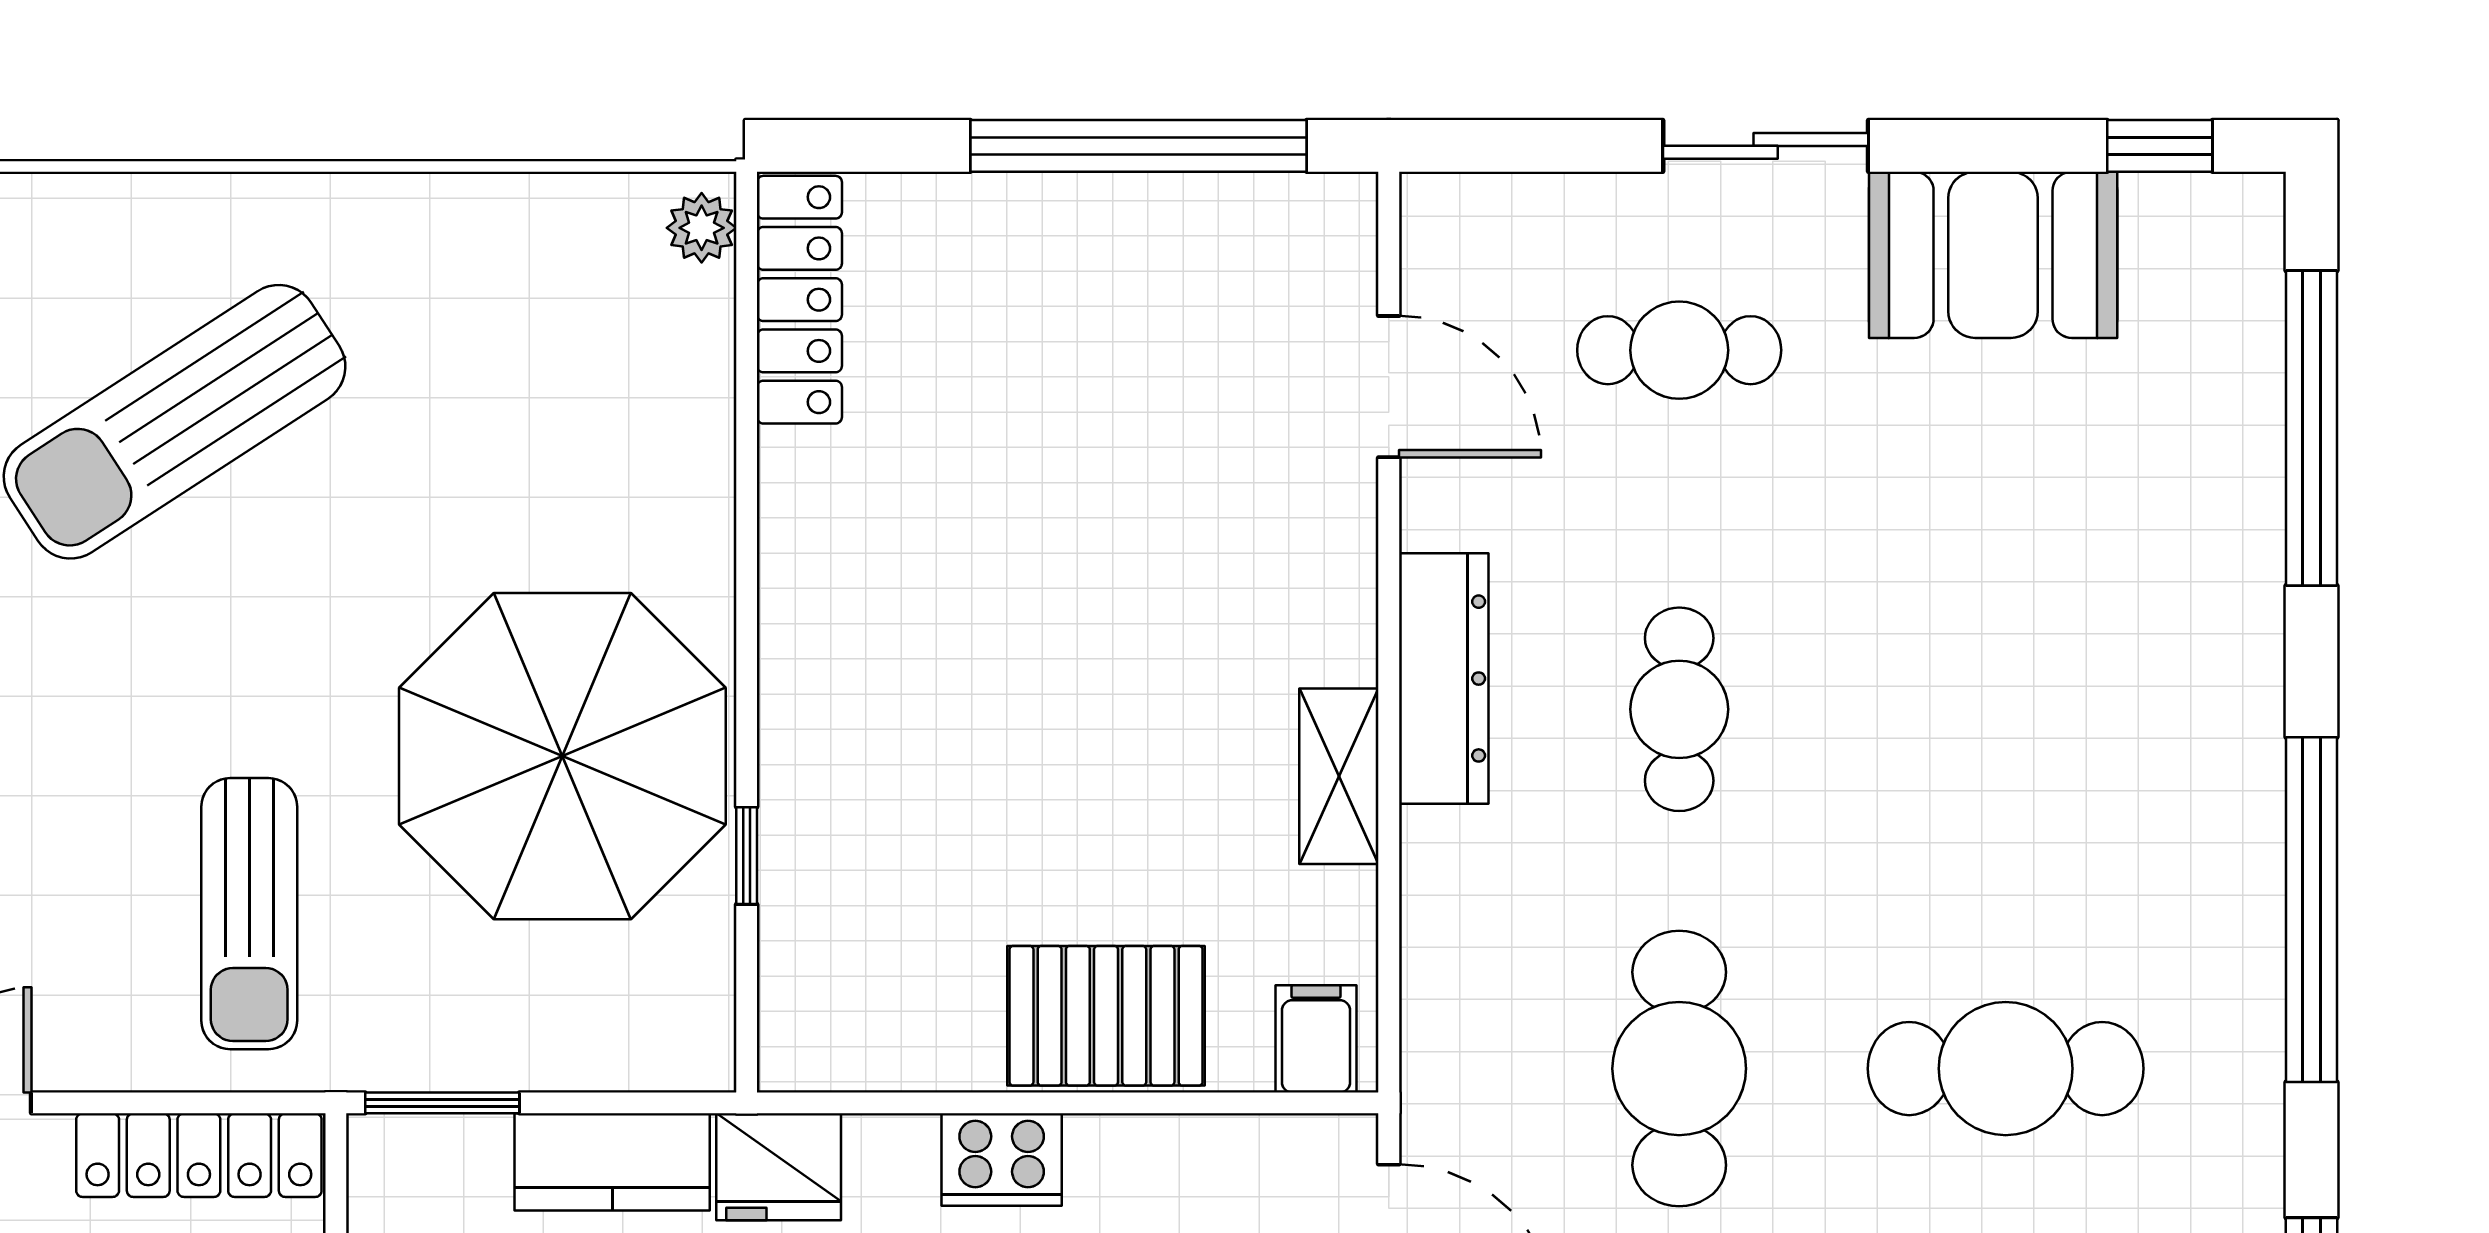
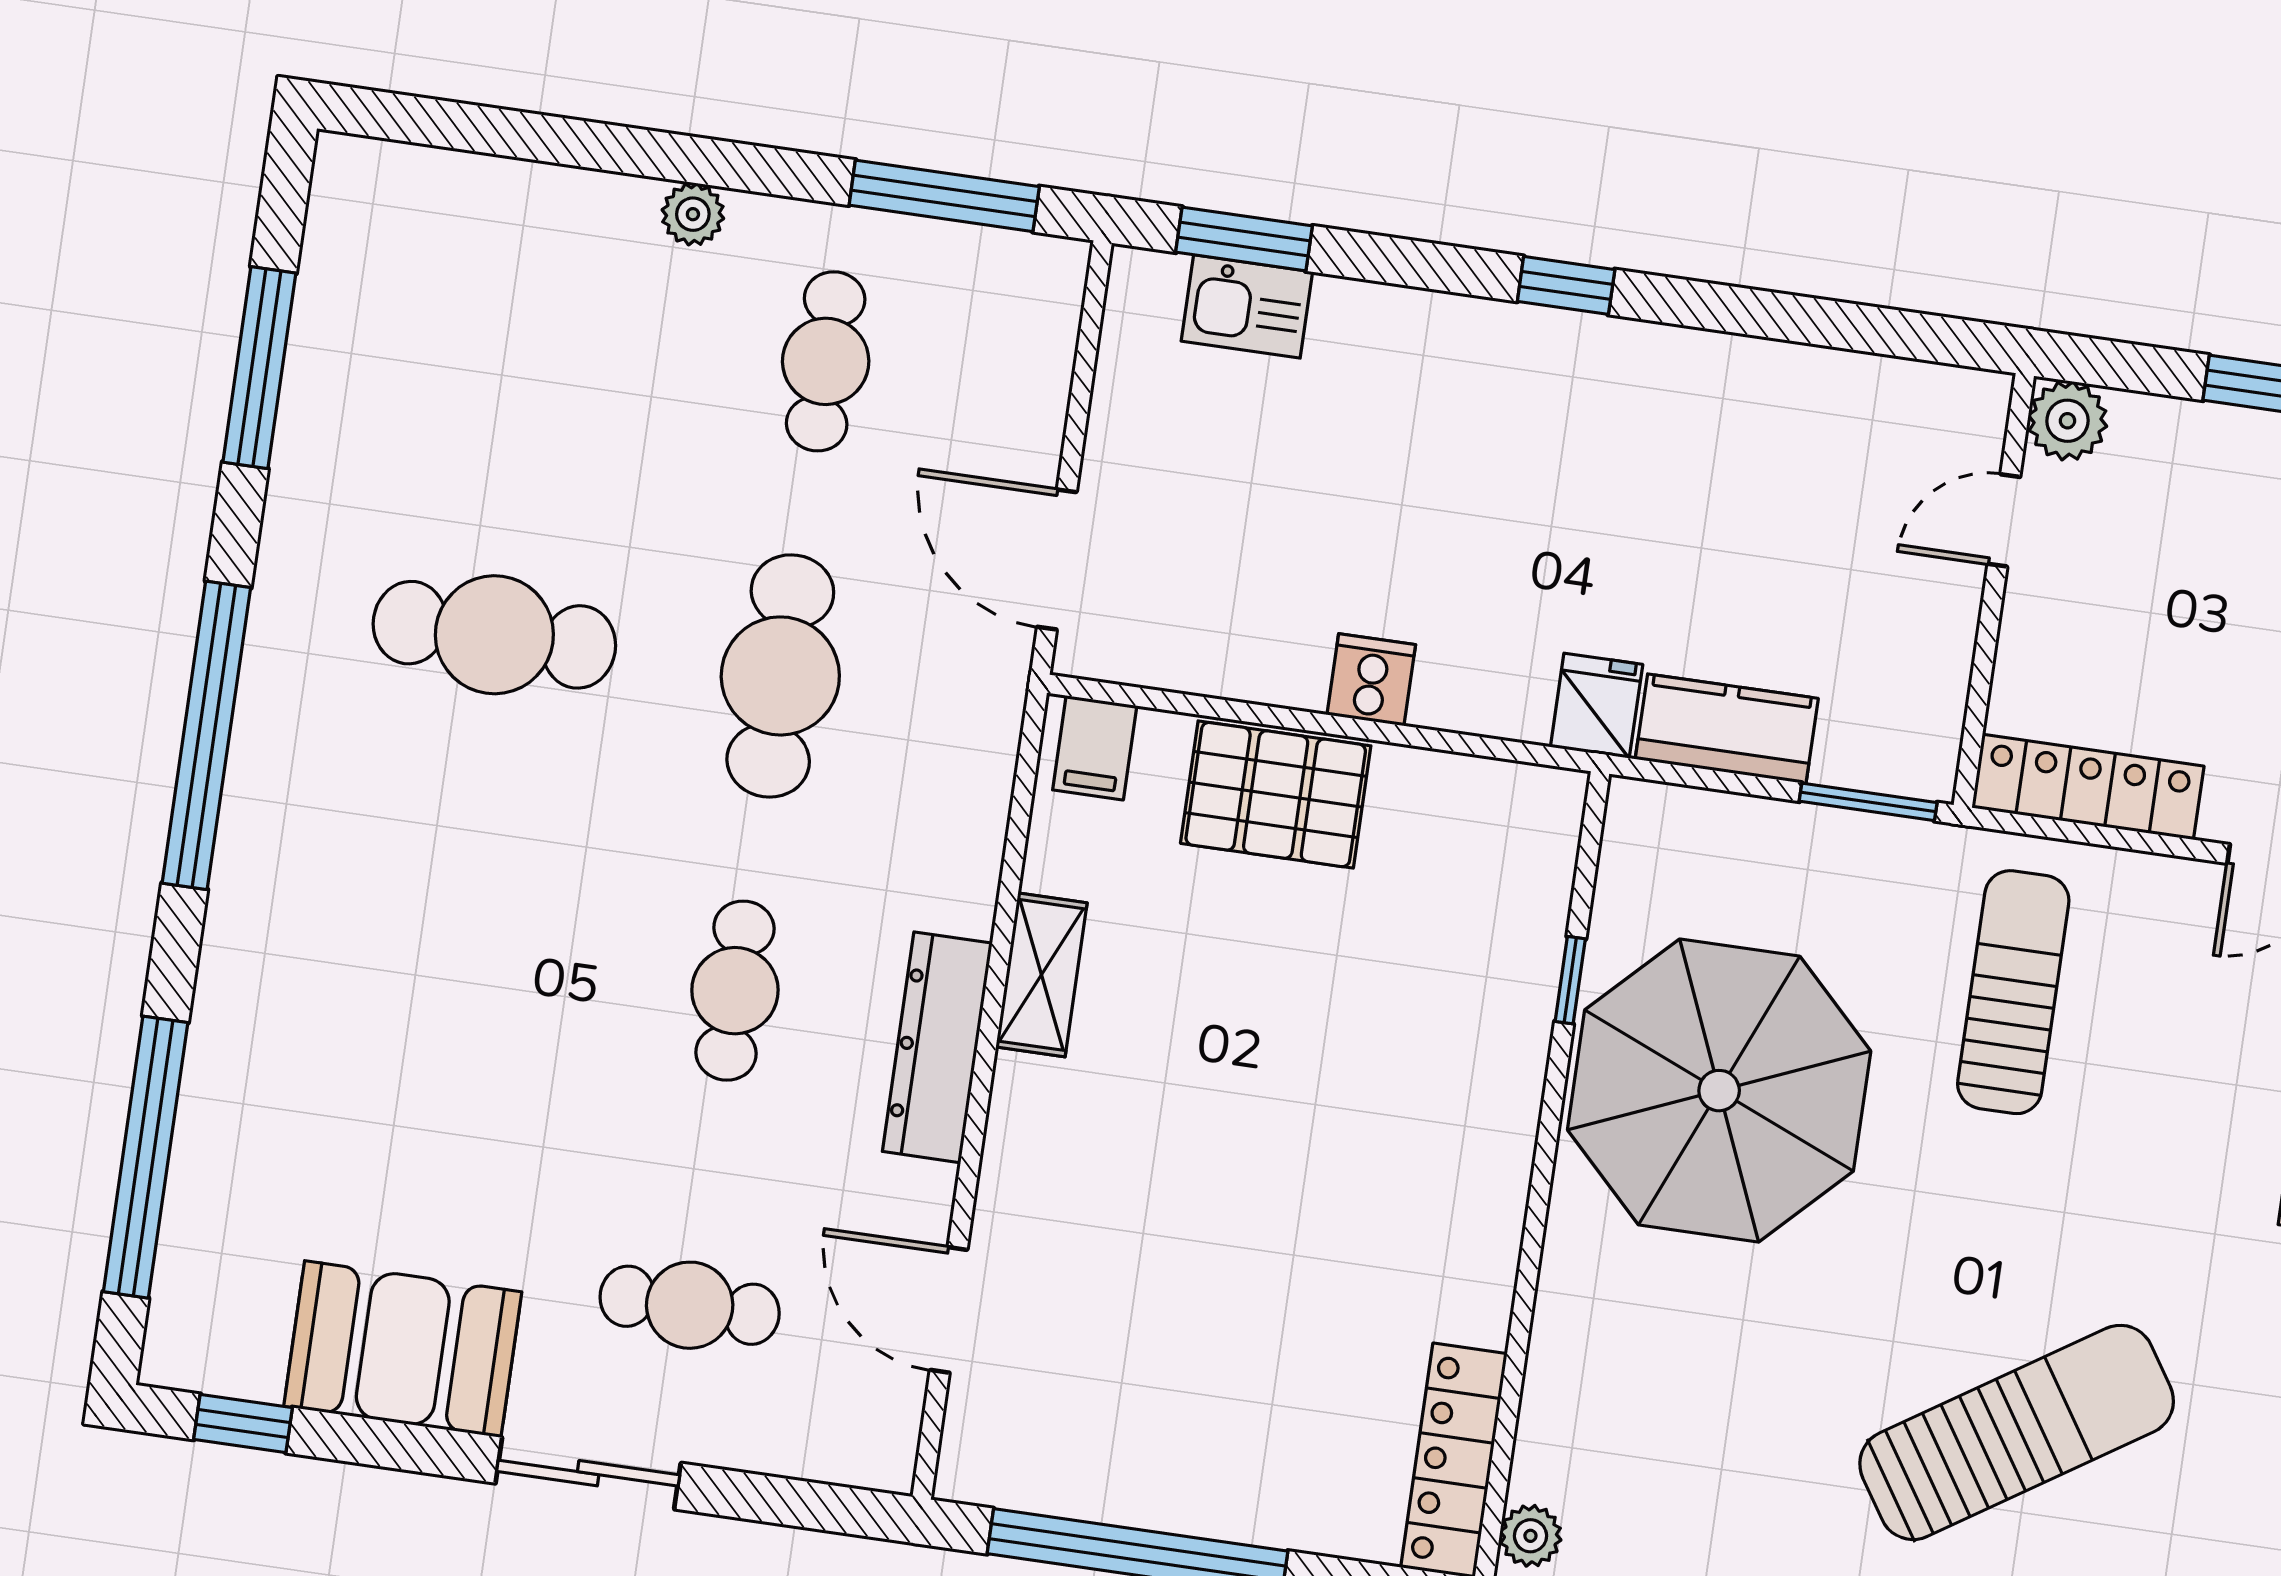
cooker: (1002, 1160) -> (1371, 680), width x0.73
fridge: (779, 1167) -> (1597, 706), width x0.72

